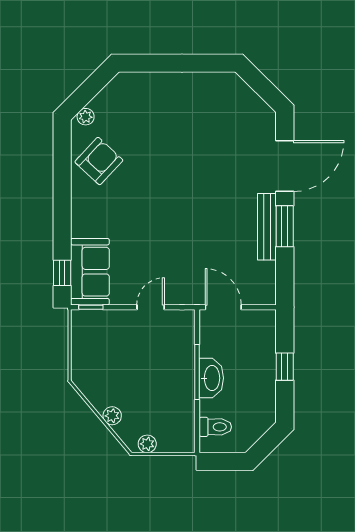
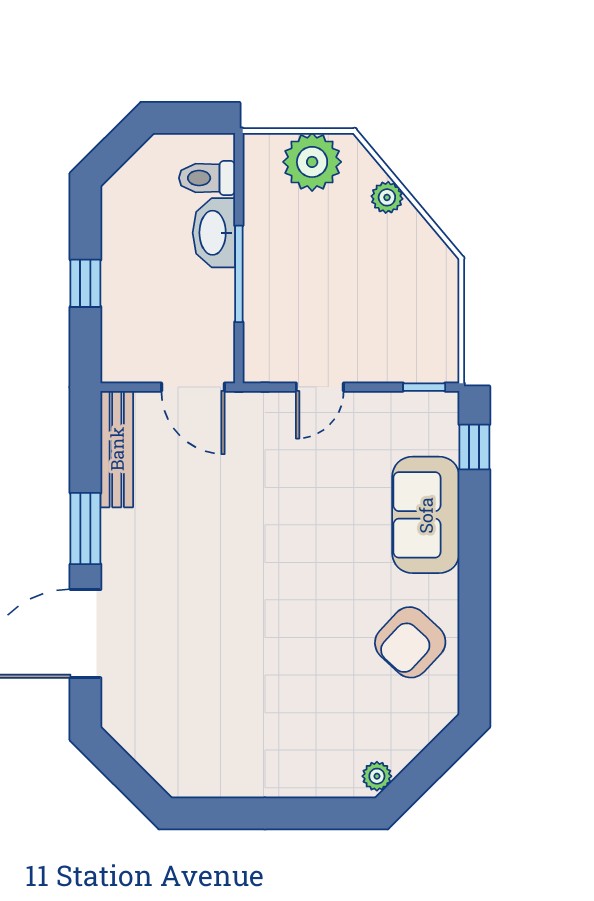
plant: (86, 117) -> (377, 776), moved
bench: (267, 227) -> (117, 449), moved
sofa: (90, 272) -> (426, 515), moved
washbasin: (211, 378) -> (214, 233), moved
plant: (147, 444) -> (312, 162), width x1.87, depth x1.87

